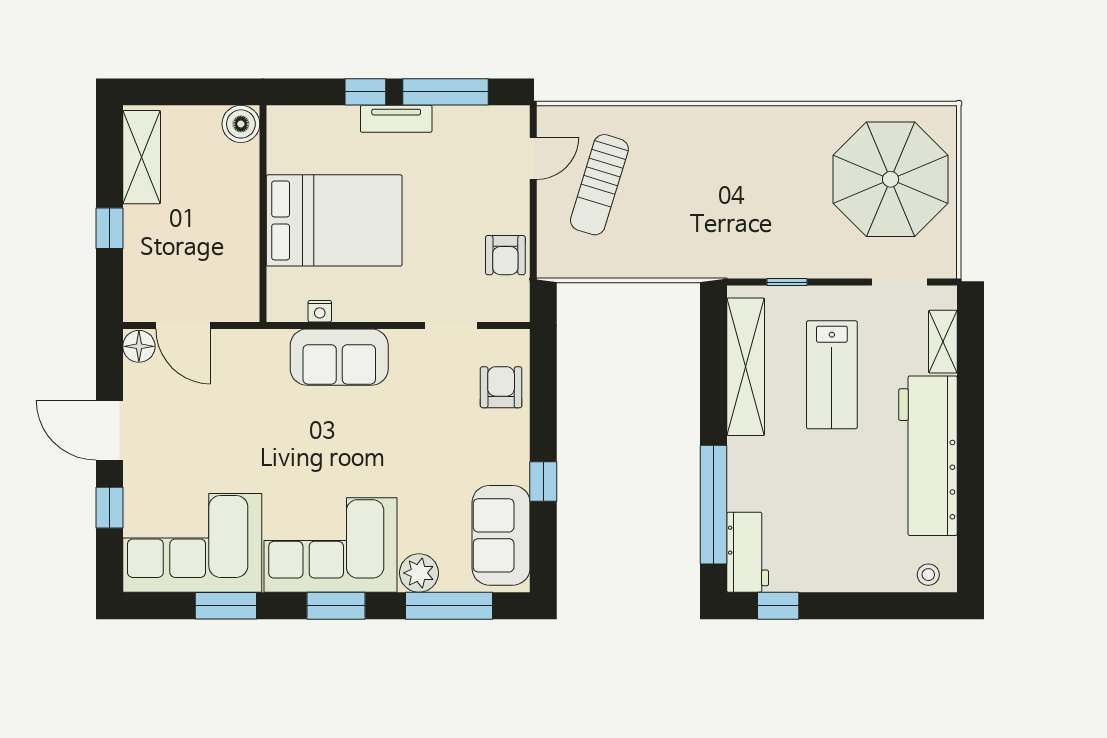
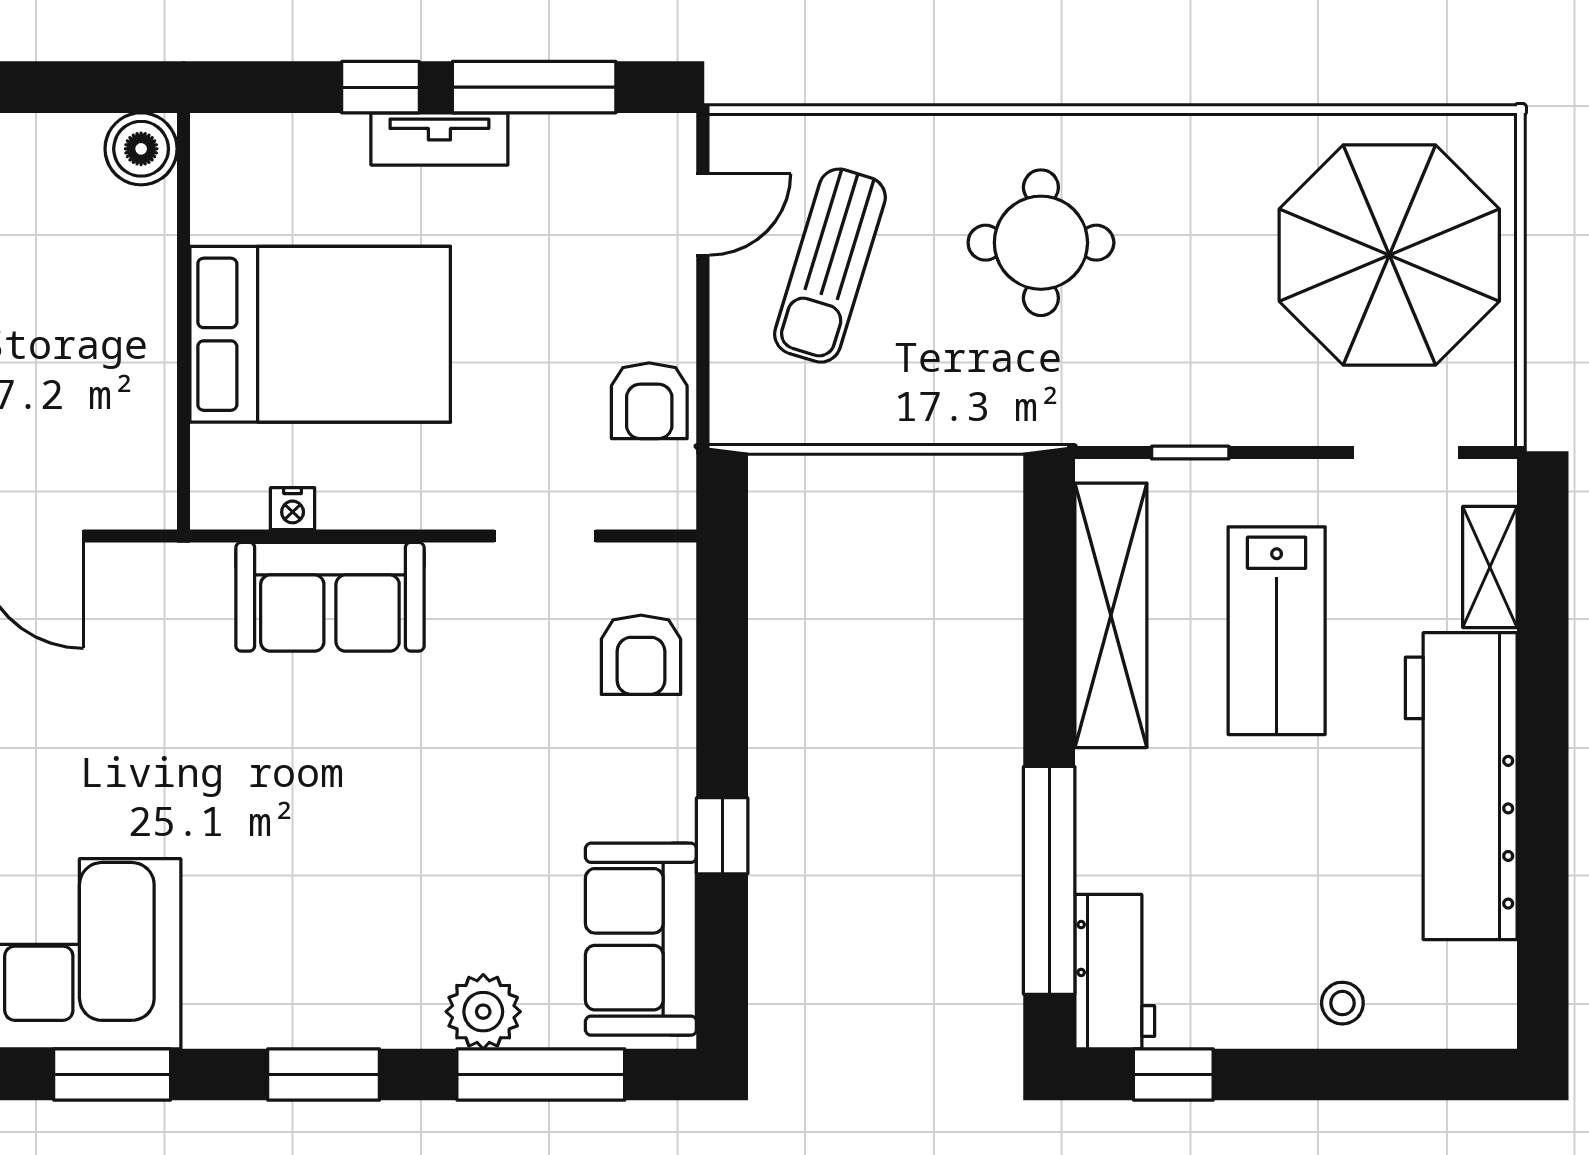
round table: (709, 173) -> (1041, 243), added
armchair: (501, 387) -> (641, 655), turned 180
corner sofa: (331, 545) -> (313, 958), removed
stool: (928, 575) -> (1342, 1003), moved

